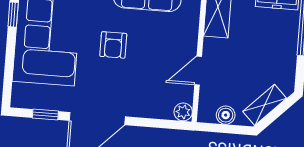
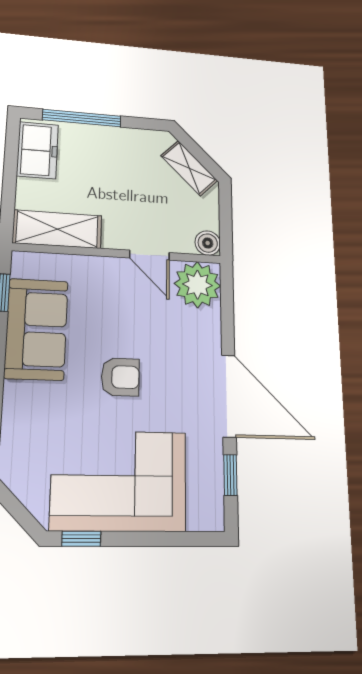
plant: (183, 112) -> (197, 285), width x1.88, depth x1.88
boiler: (226, 115) -> (208, 243), moved

